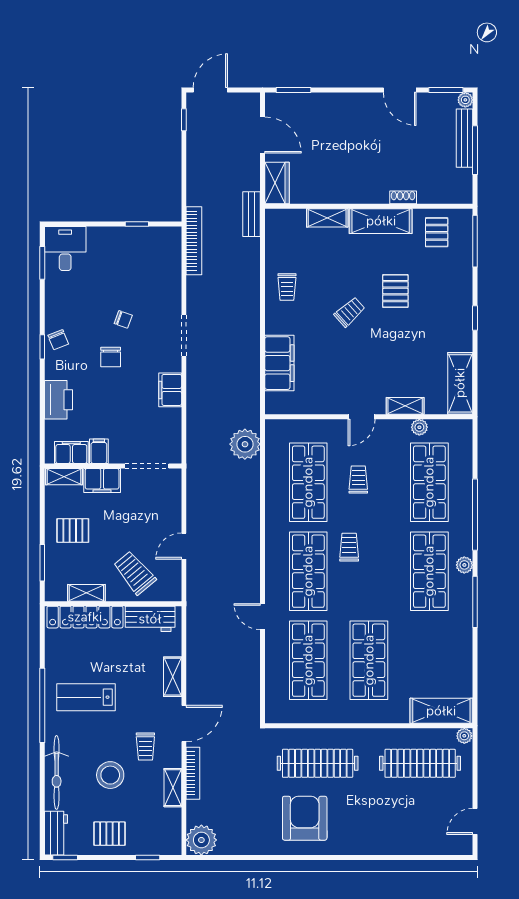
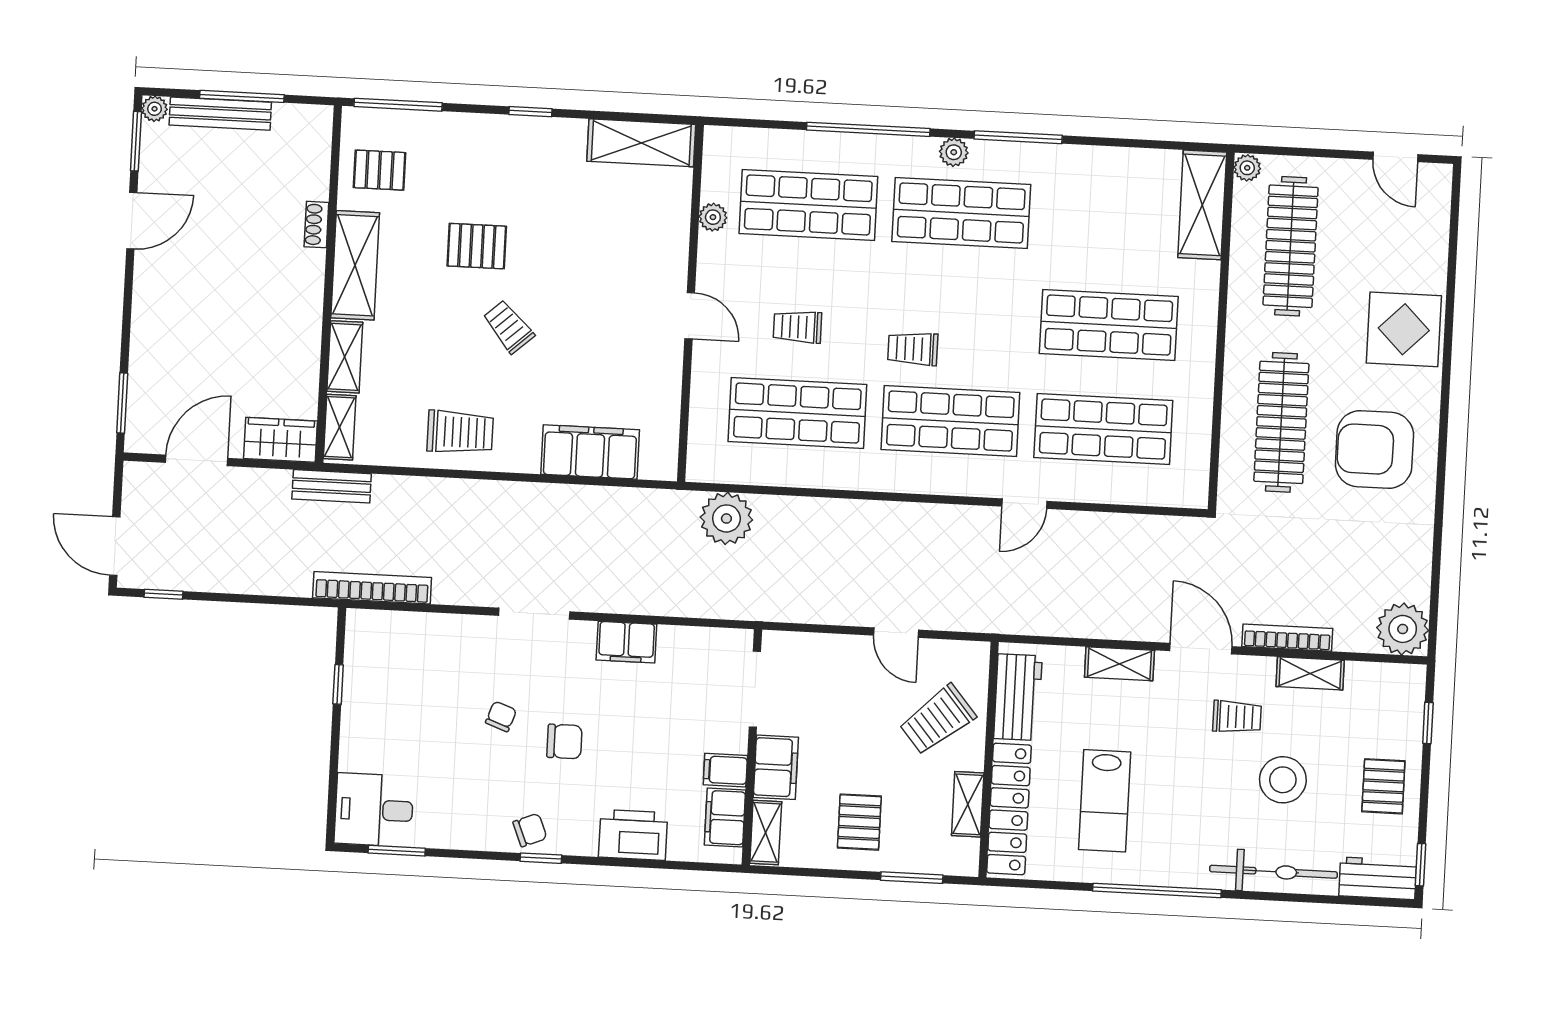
trolley: (287, 287) -> (460, 432), width x1.36, depth x1.39
shelving: (405, 406) -> (340, 427), moved
lab bench: (86, 697) -> (1105, 801), moved
display table: (375, 832) -> (1404, 329), added

